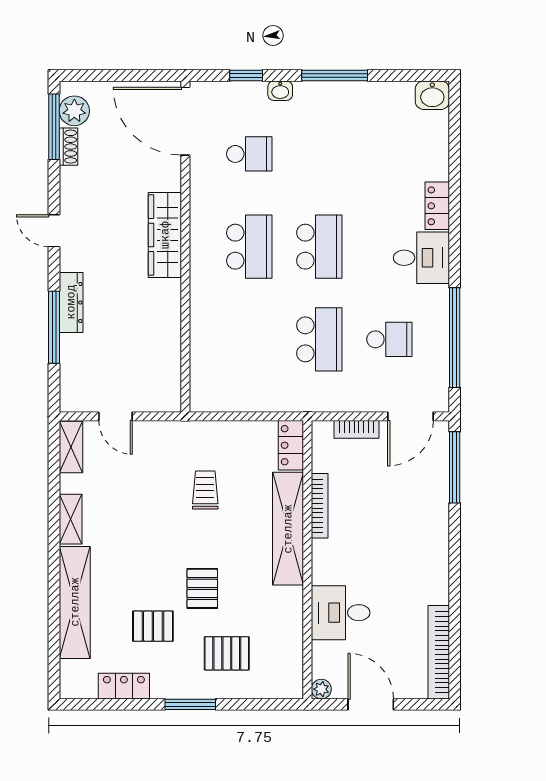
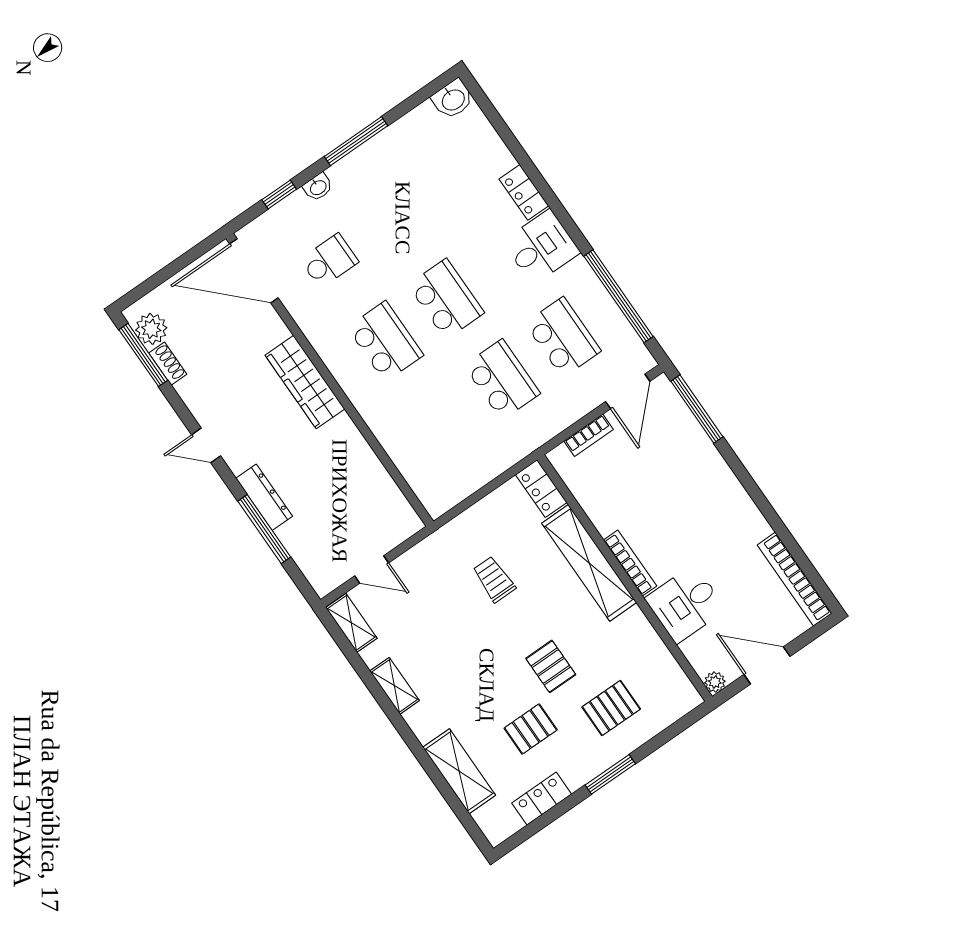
school desk: (389, 339) -> (563, 337), width x1.85
bookcase: (320, 506) -> (630, 563), moved
shelving: (75, 602) -> (459, 771), width x0.68

